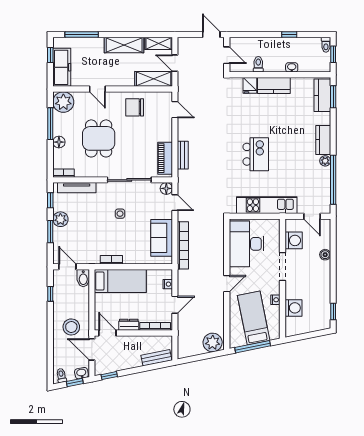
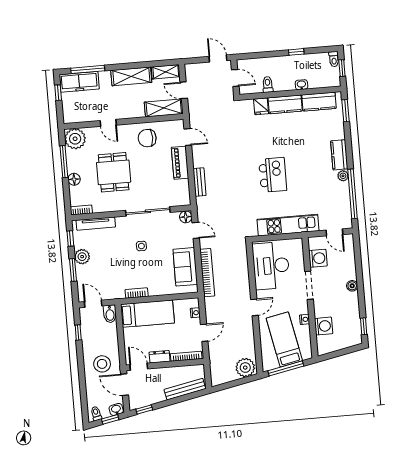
freezer: (62, 67) -> (79, 82), moved, turned 90
kitchen counter: (322, 95) -> (319, 102), moved, turned -90
piano: (165, 158) -> (180, 163), moved
boiler: (325, 255) -> (352, 286), moved
bench: (156, 358) -> (185, 389), width x1.36

